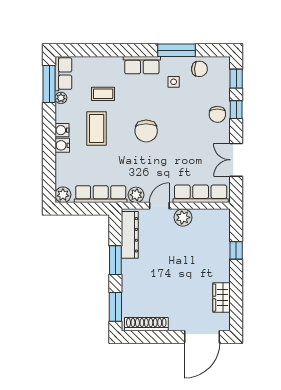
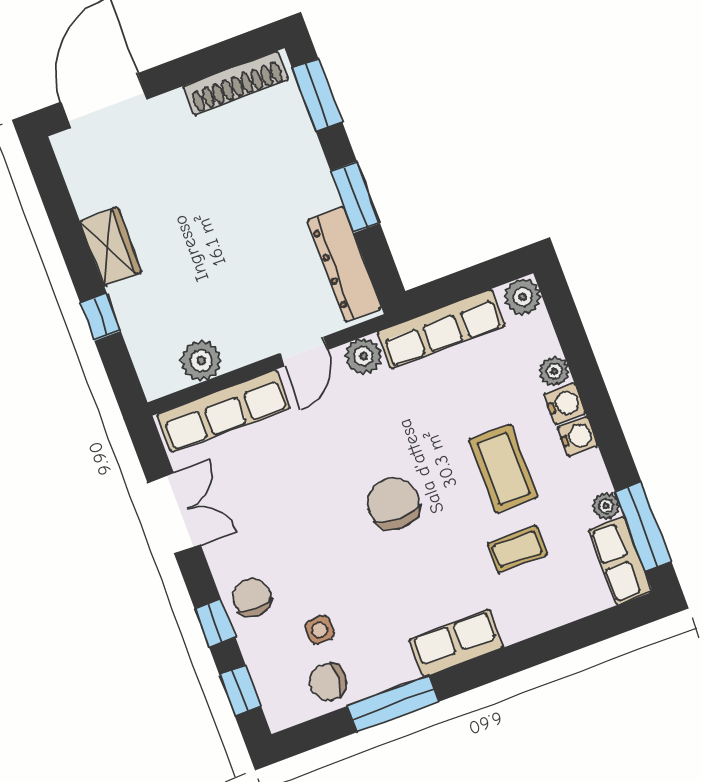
side table: (174, 82) -> (320, 630), moved
plant: (61, 160) -> (554, 371), added
plant: (183, 217) -> (201, 361), moved
wardrobe: (221, 298) -> (111, 247), moved

